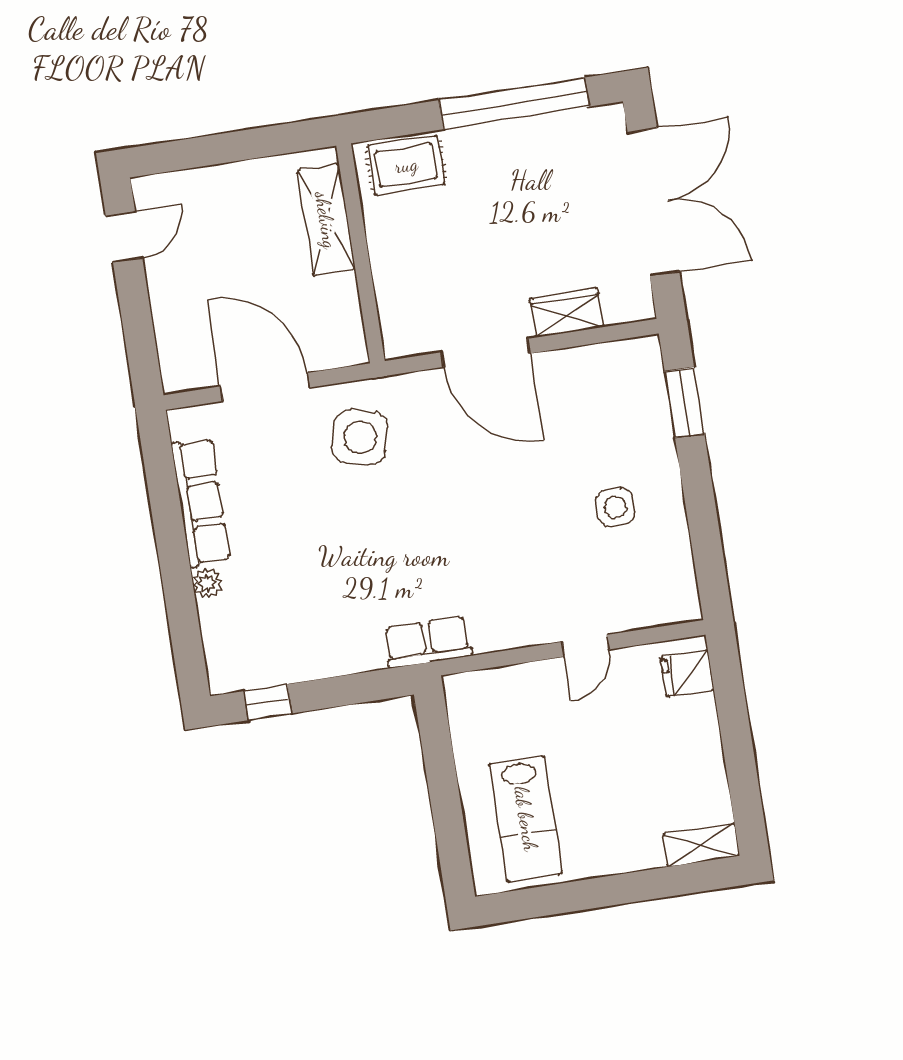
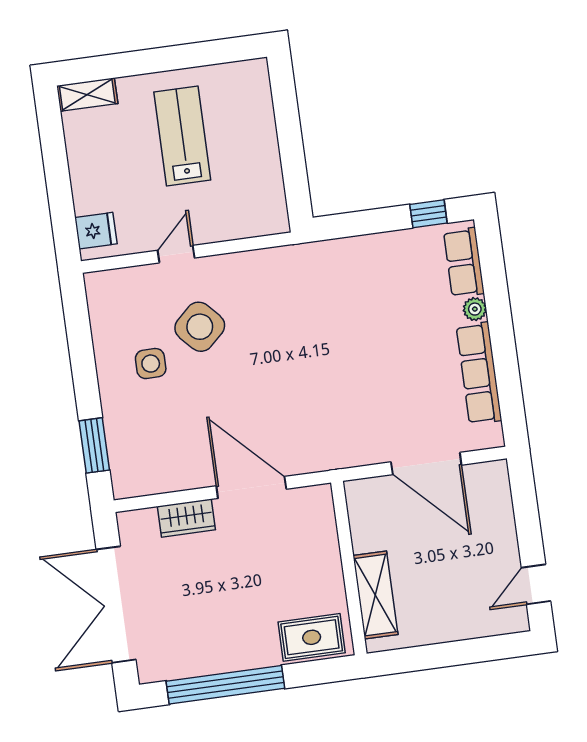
side table: (360, 437) -> (200, 327), moved, turned 32
row of seats: (428, 642) -> (464, 262), moved, turned 90
lab bench: (526, 819) -> (182, 136), moved

